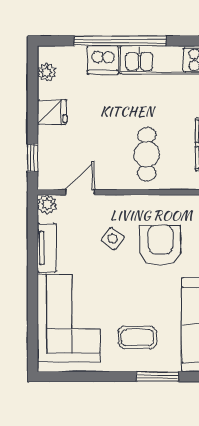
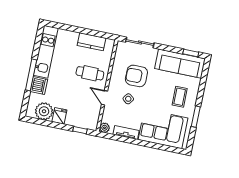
window: (120, 41) -> (31, 75), width x0.68
plant: (47, 72) -> (44, 111), width x1.87, depth x1.87
door: (80, 192) -> (104, 98), moved
window: (157, 377) -> (196, 117), moved

